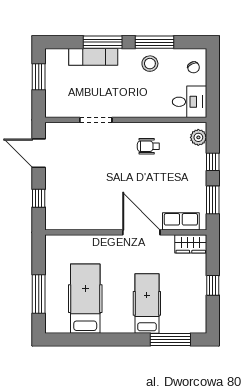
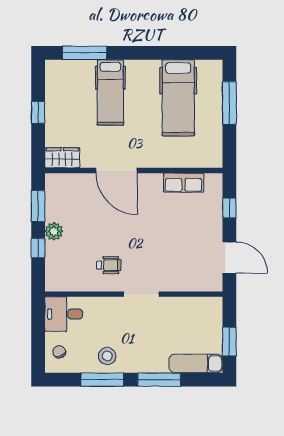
exam couch: (93, 57) -> (196, 363), moved
doorway: (96, 120) -> (141, 294), moved
plant: (198, 137) -> (54, 231), moved
row of seats: (181, 221) -> (183, 183), moved

